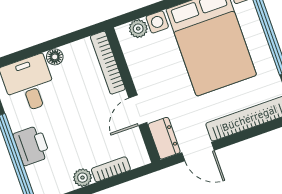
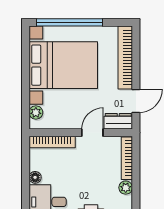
door: (138, 110) -> (92, 133), swing flipped
bookcase: (111, 169) -> (127, 158), width x1.56

